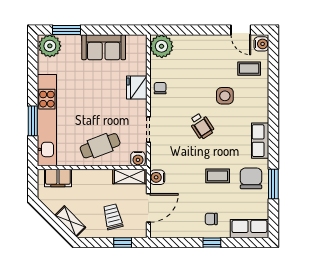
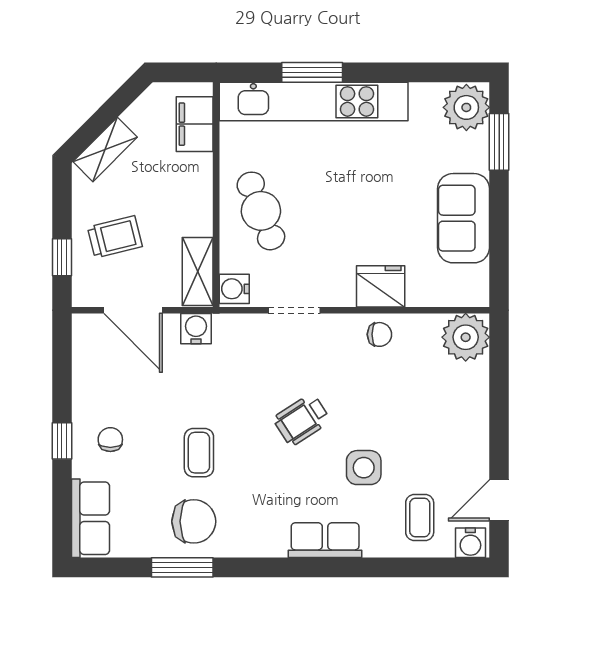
row of seats: (260, 141) -> (325, 540), moved

